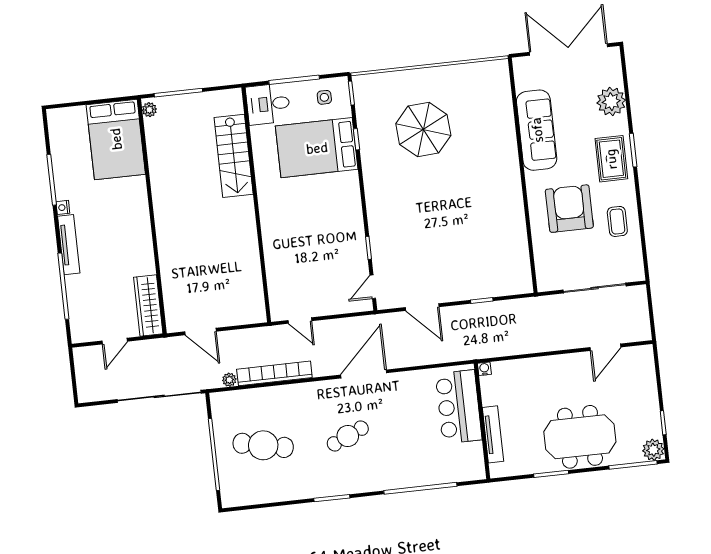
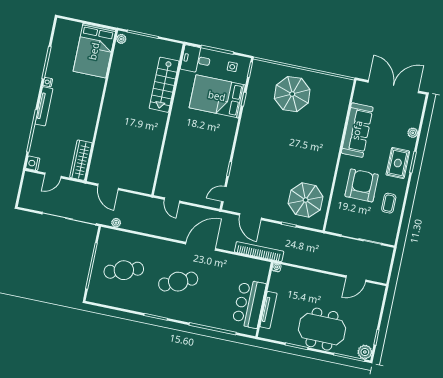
plant: (611, 102) -> (413, 133), width x0.53, depth x0.53
parasol: (423, 130) -> (292, 94), moved
parasol: (495, 257) -> (306, 200), added
nightstand: (80, 333) -> (33, 163), added
bookcase: (274, 373) -> (259, 252), moved
bar counter: (459, 407) -> (249, 304), moved
cafe table: (348, 436) -> (178, 282), width x1.37, depth x1.35
cafe table: (263, 445) -> (124, 270), turned -30

